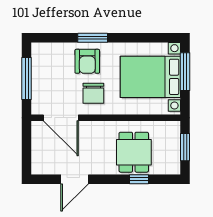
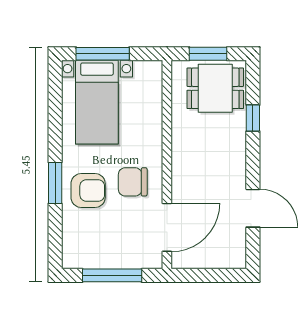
bed with nightstands: (150, 77) -> (97, 102), width x0.73
chair: (93, 93) -> (133, 182), turned 180
dining table: (134, 152) -> (215, 88), moved

